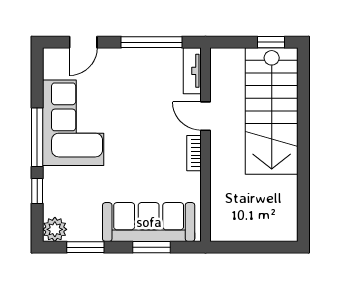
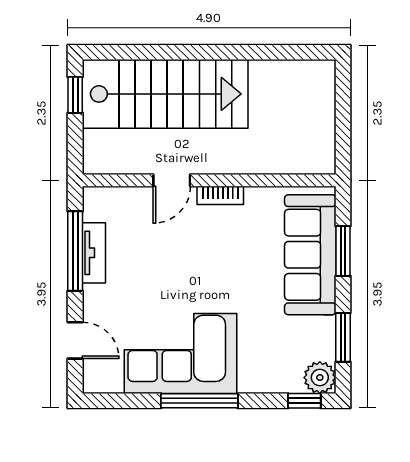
tv unit: (192, 71) -> (94, 253), moved, turned -90
window: (37, 191) -> (304, 401), moved

